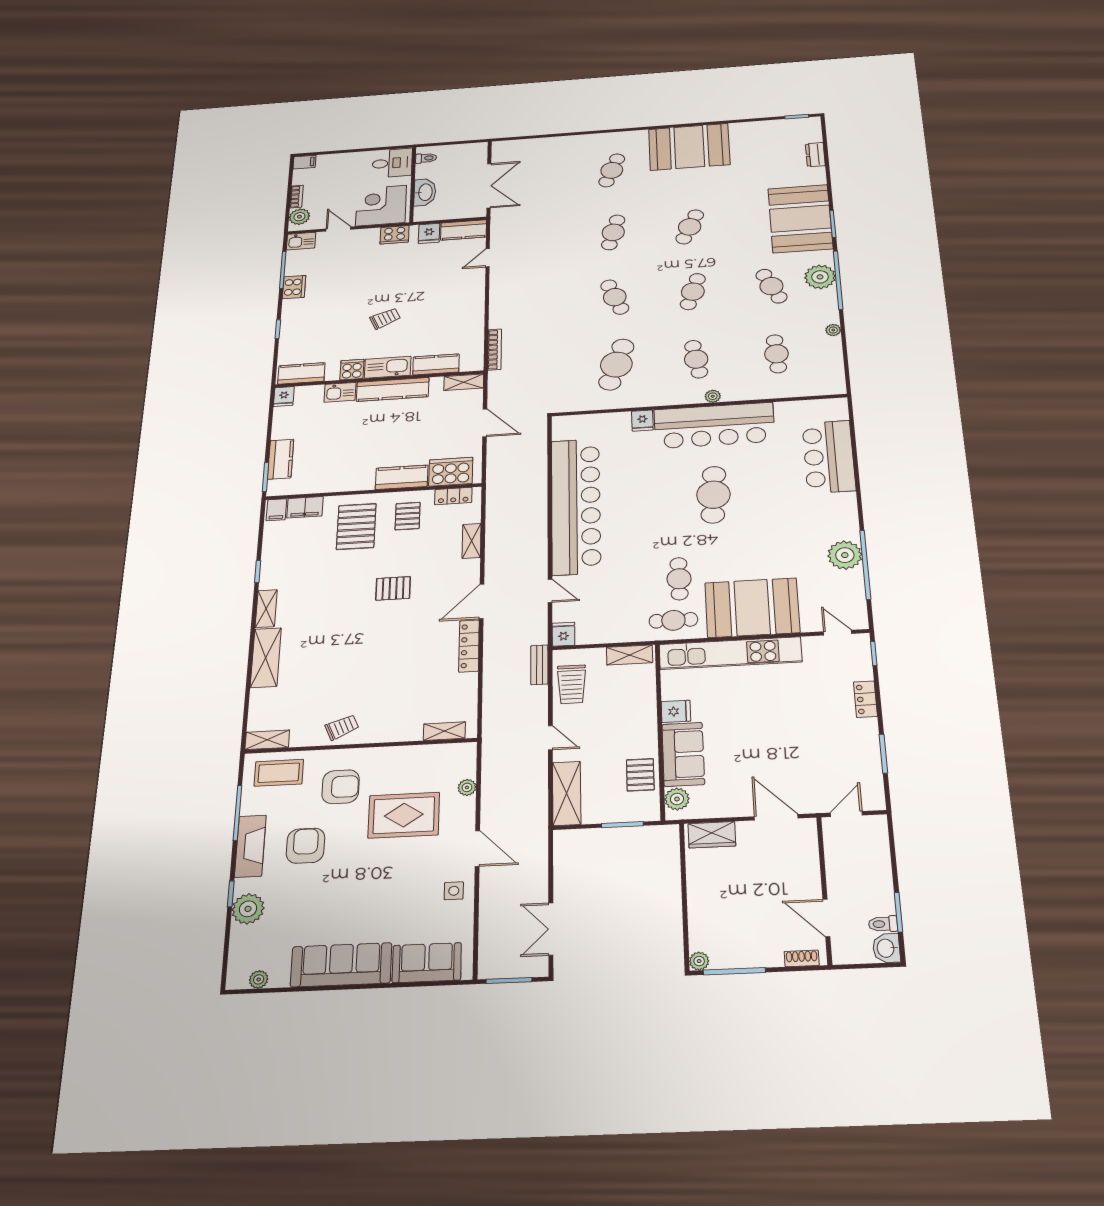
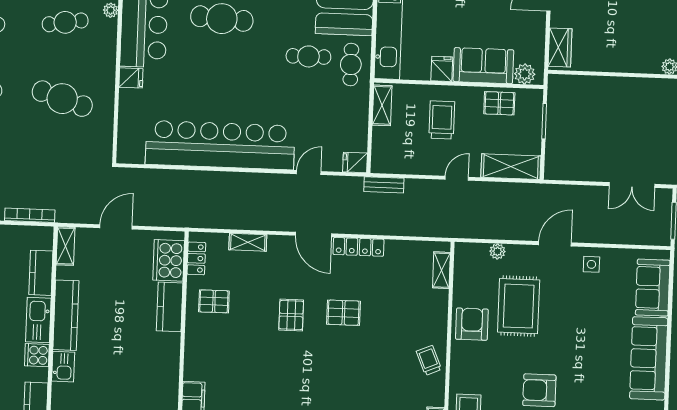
pallet: (356, 527) -> (343, 313), moved, width x0.67, depth x0.71
trolley: (572, 684) -> (442, 120), moved, turned -90
armchair: (341, 787) -> (472, 324), moved

